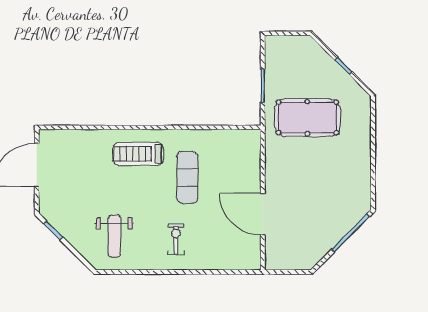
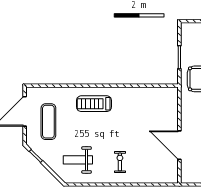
exercise mat: (187, 177) -> (48, 122), moved
weight bench: (114, 236) -> (78, 160), turned 90

